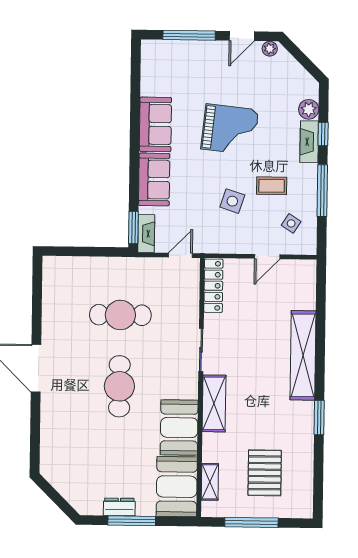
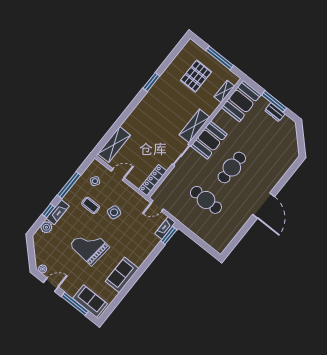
sofa: (154, 179) -> (90, 301), moved, turned 90
shelving: (303, 355) -> (114, 144), moved, width x0.68
booth: (179, 428) -> (209, 140), moved

